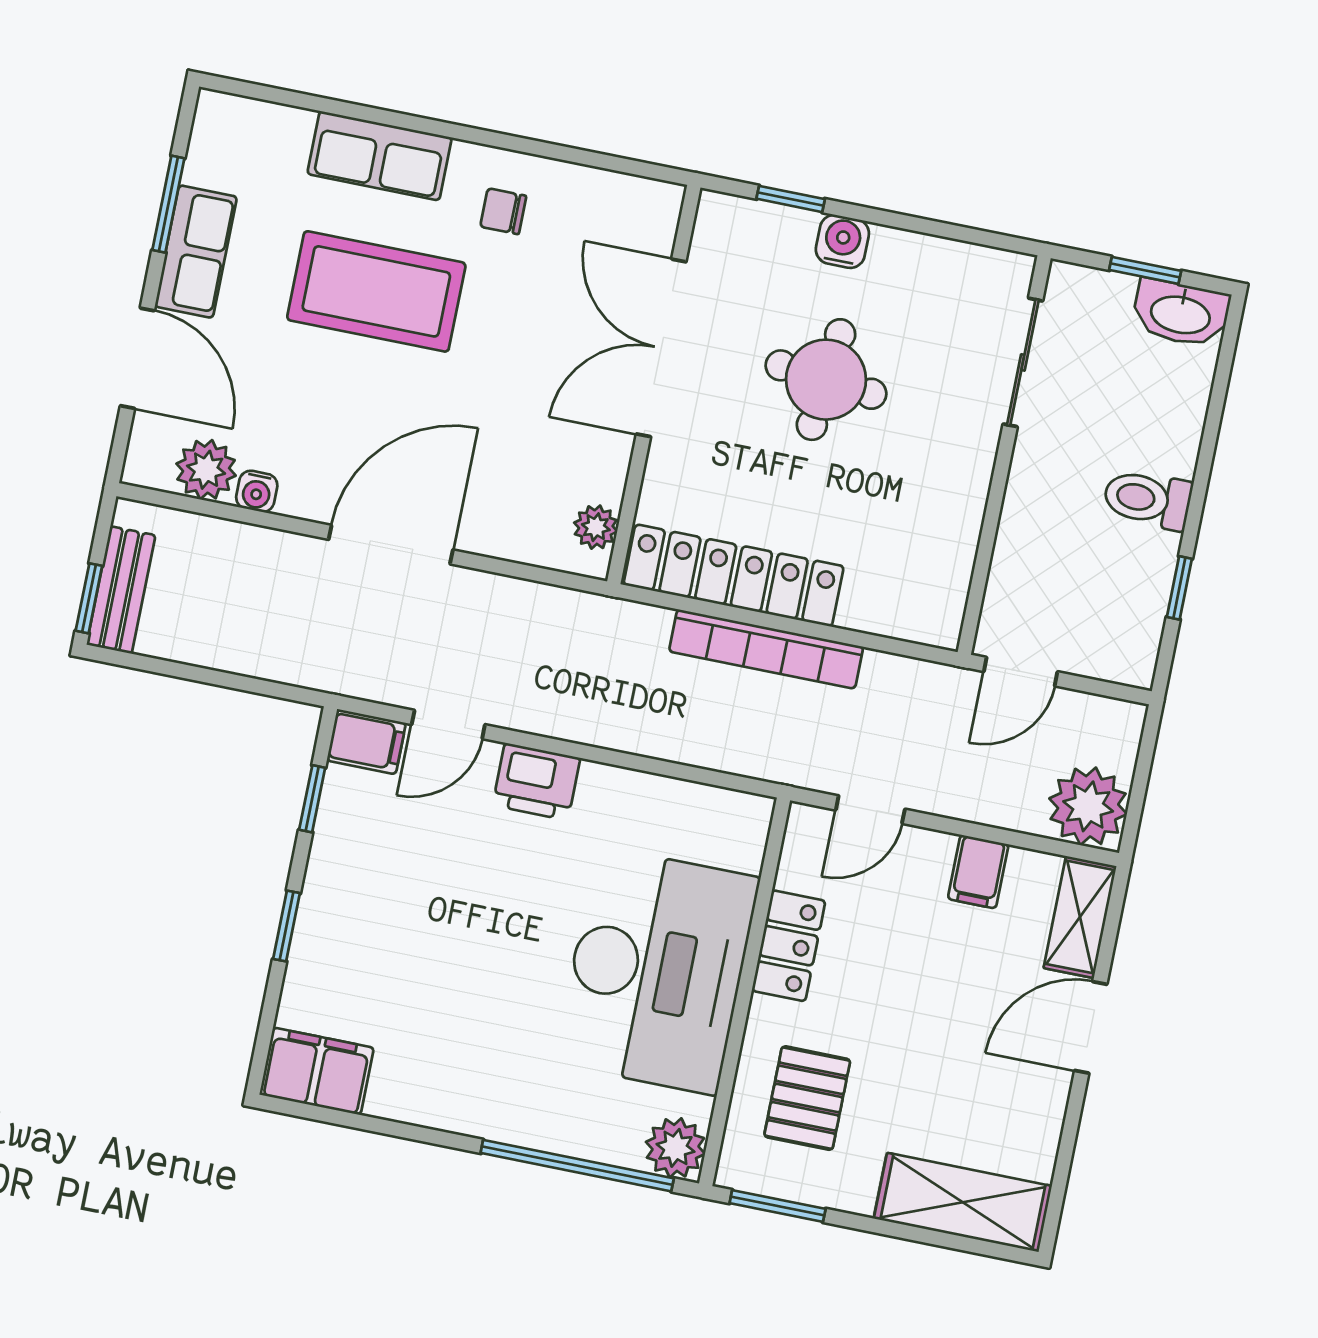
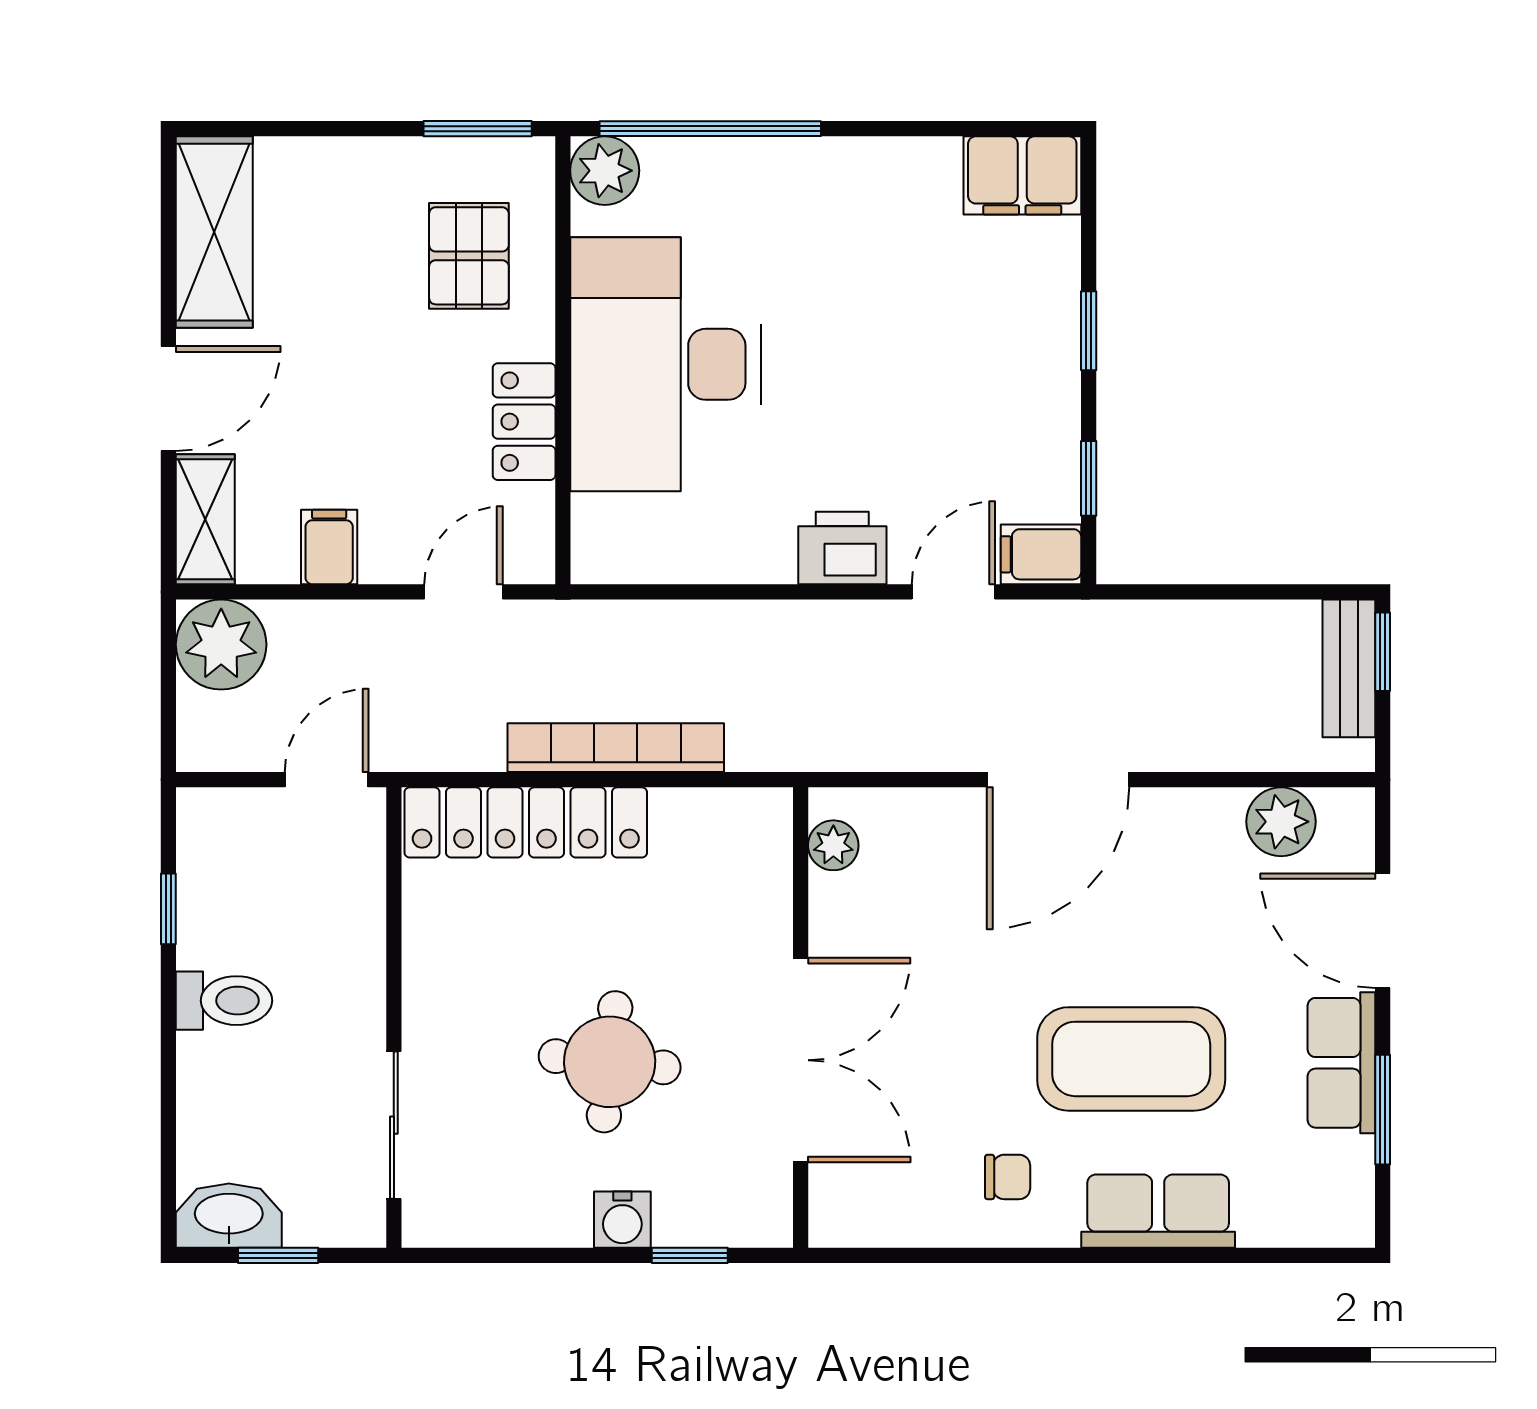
water cooler: (257, 491) -> (1220, 809), removed
locker: (734, 575) -> (526, 822), moved
shelving: (963, 1202) -> (214, 232), moved, turned 90

